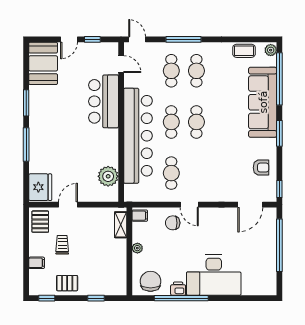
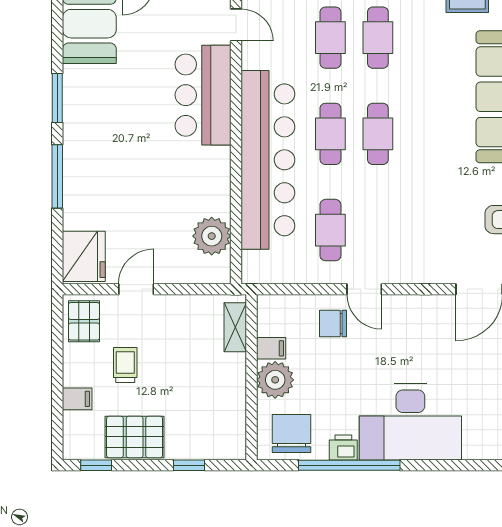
filing cabinet: (140, 216) -> (271, 348), moved
plant: (137, 248) -> (275, 380), width x1.87, depth x1.87
pallet: (67, 283) -> (135, 437), width x1.50, depth x1.42

